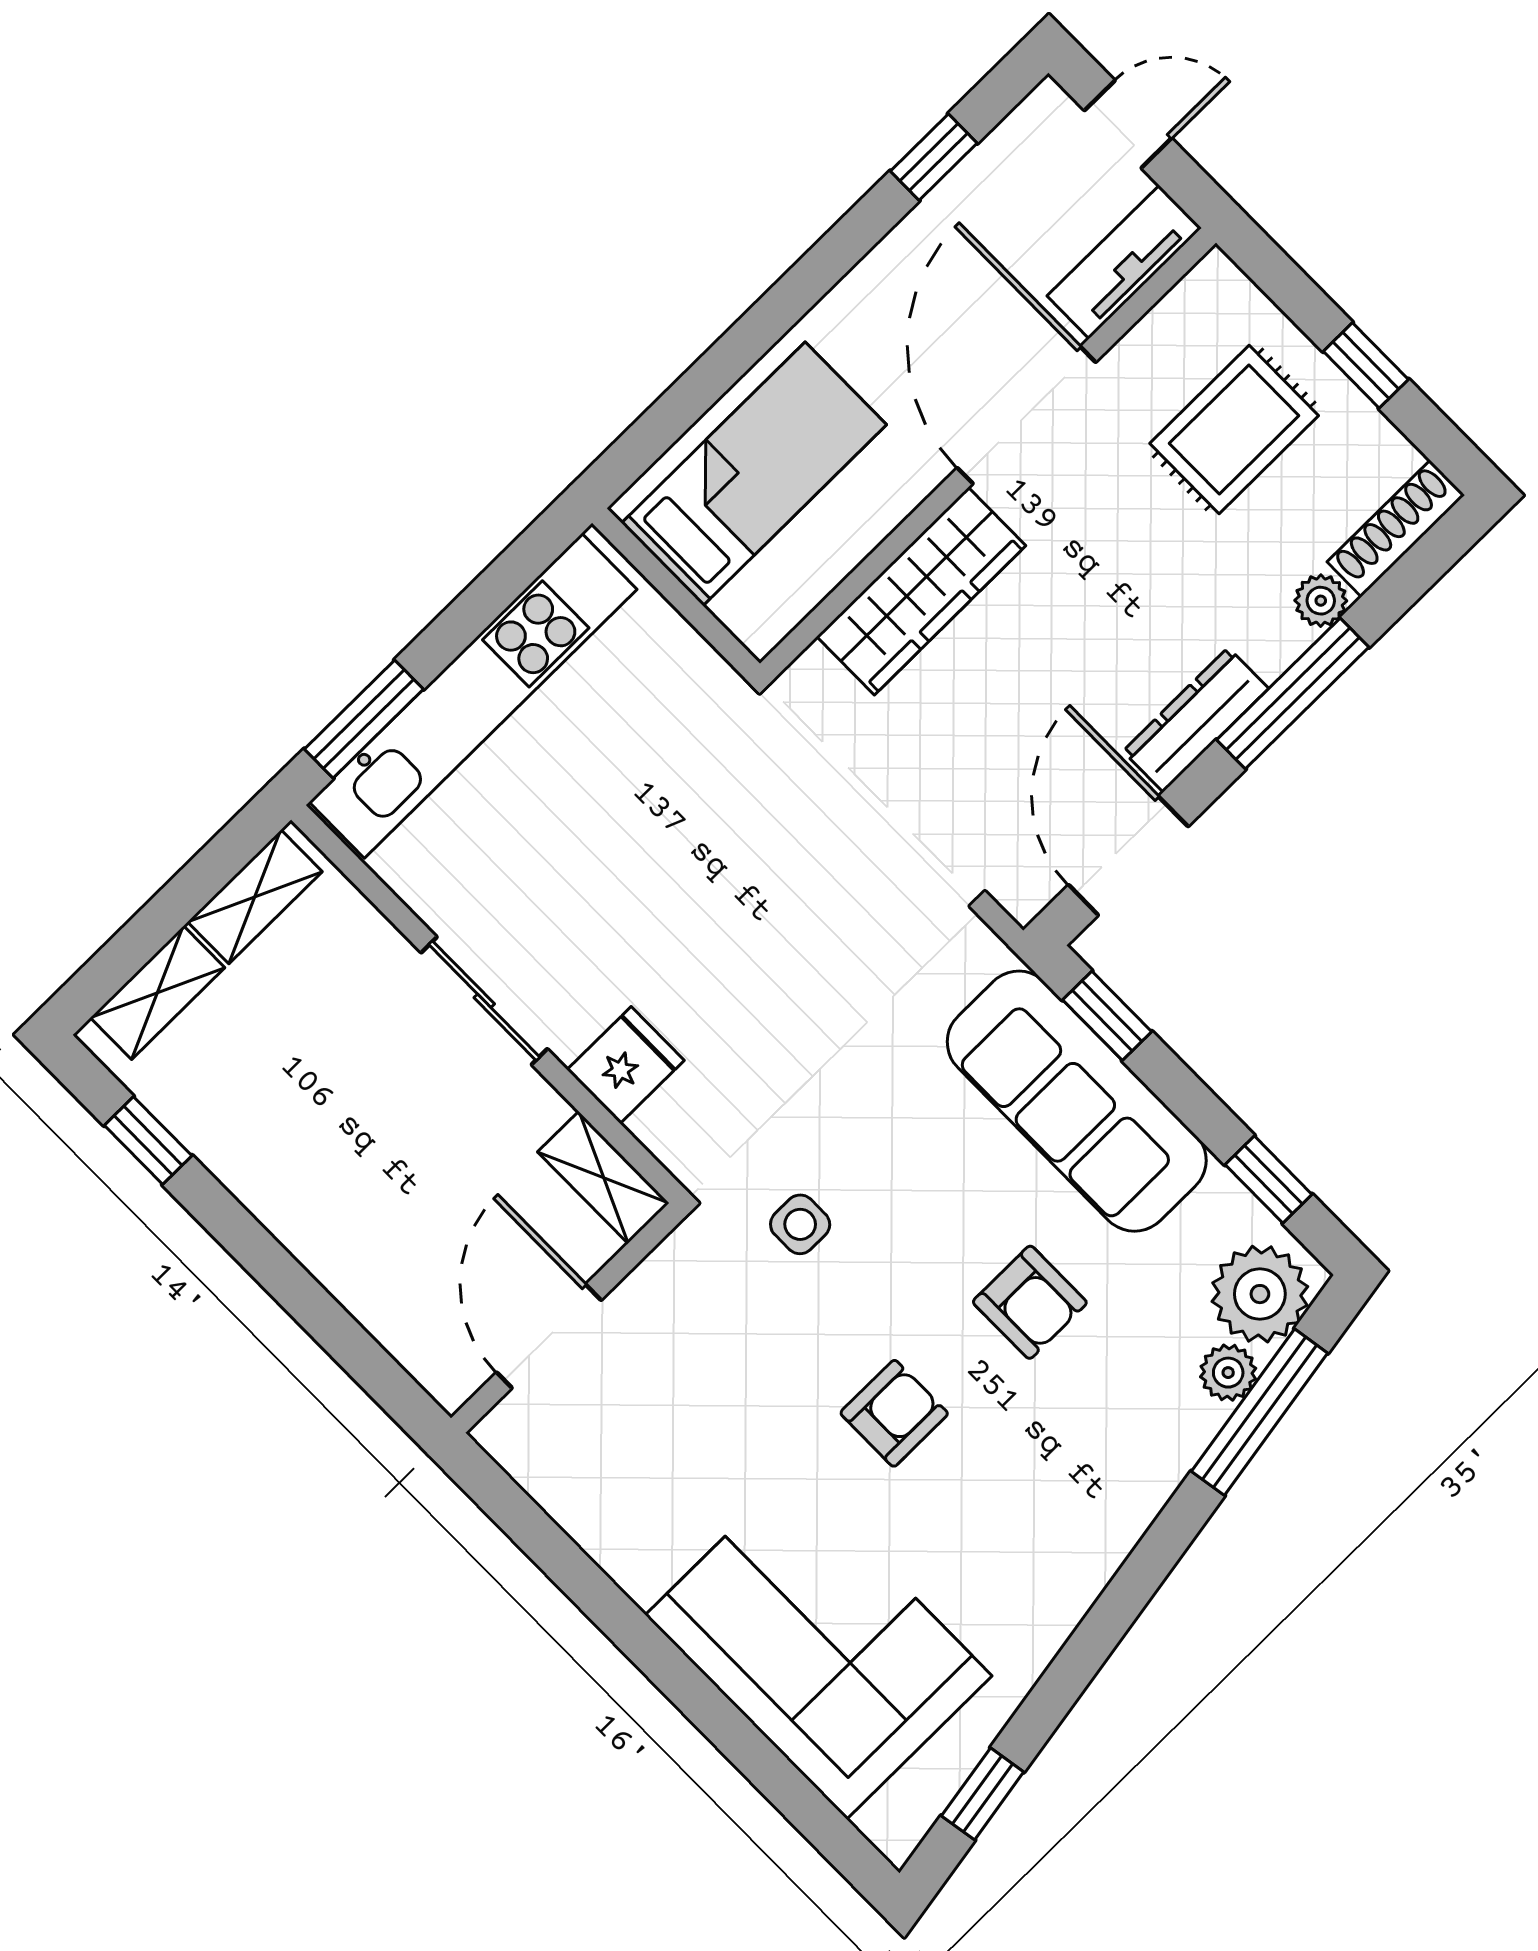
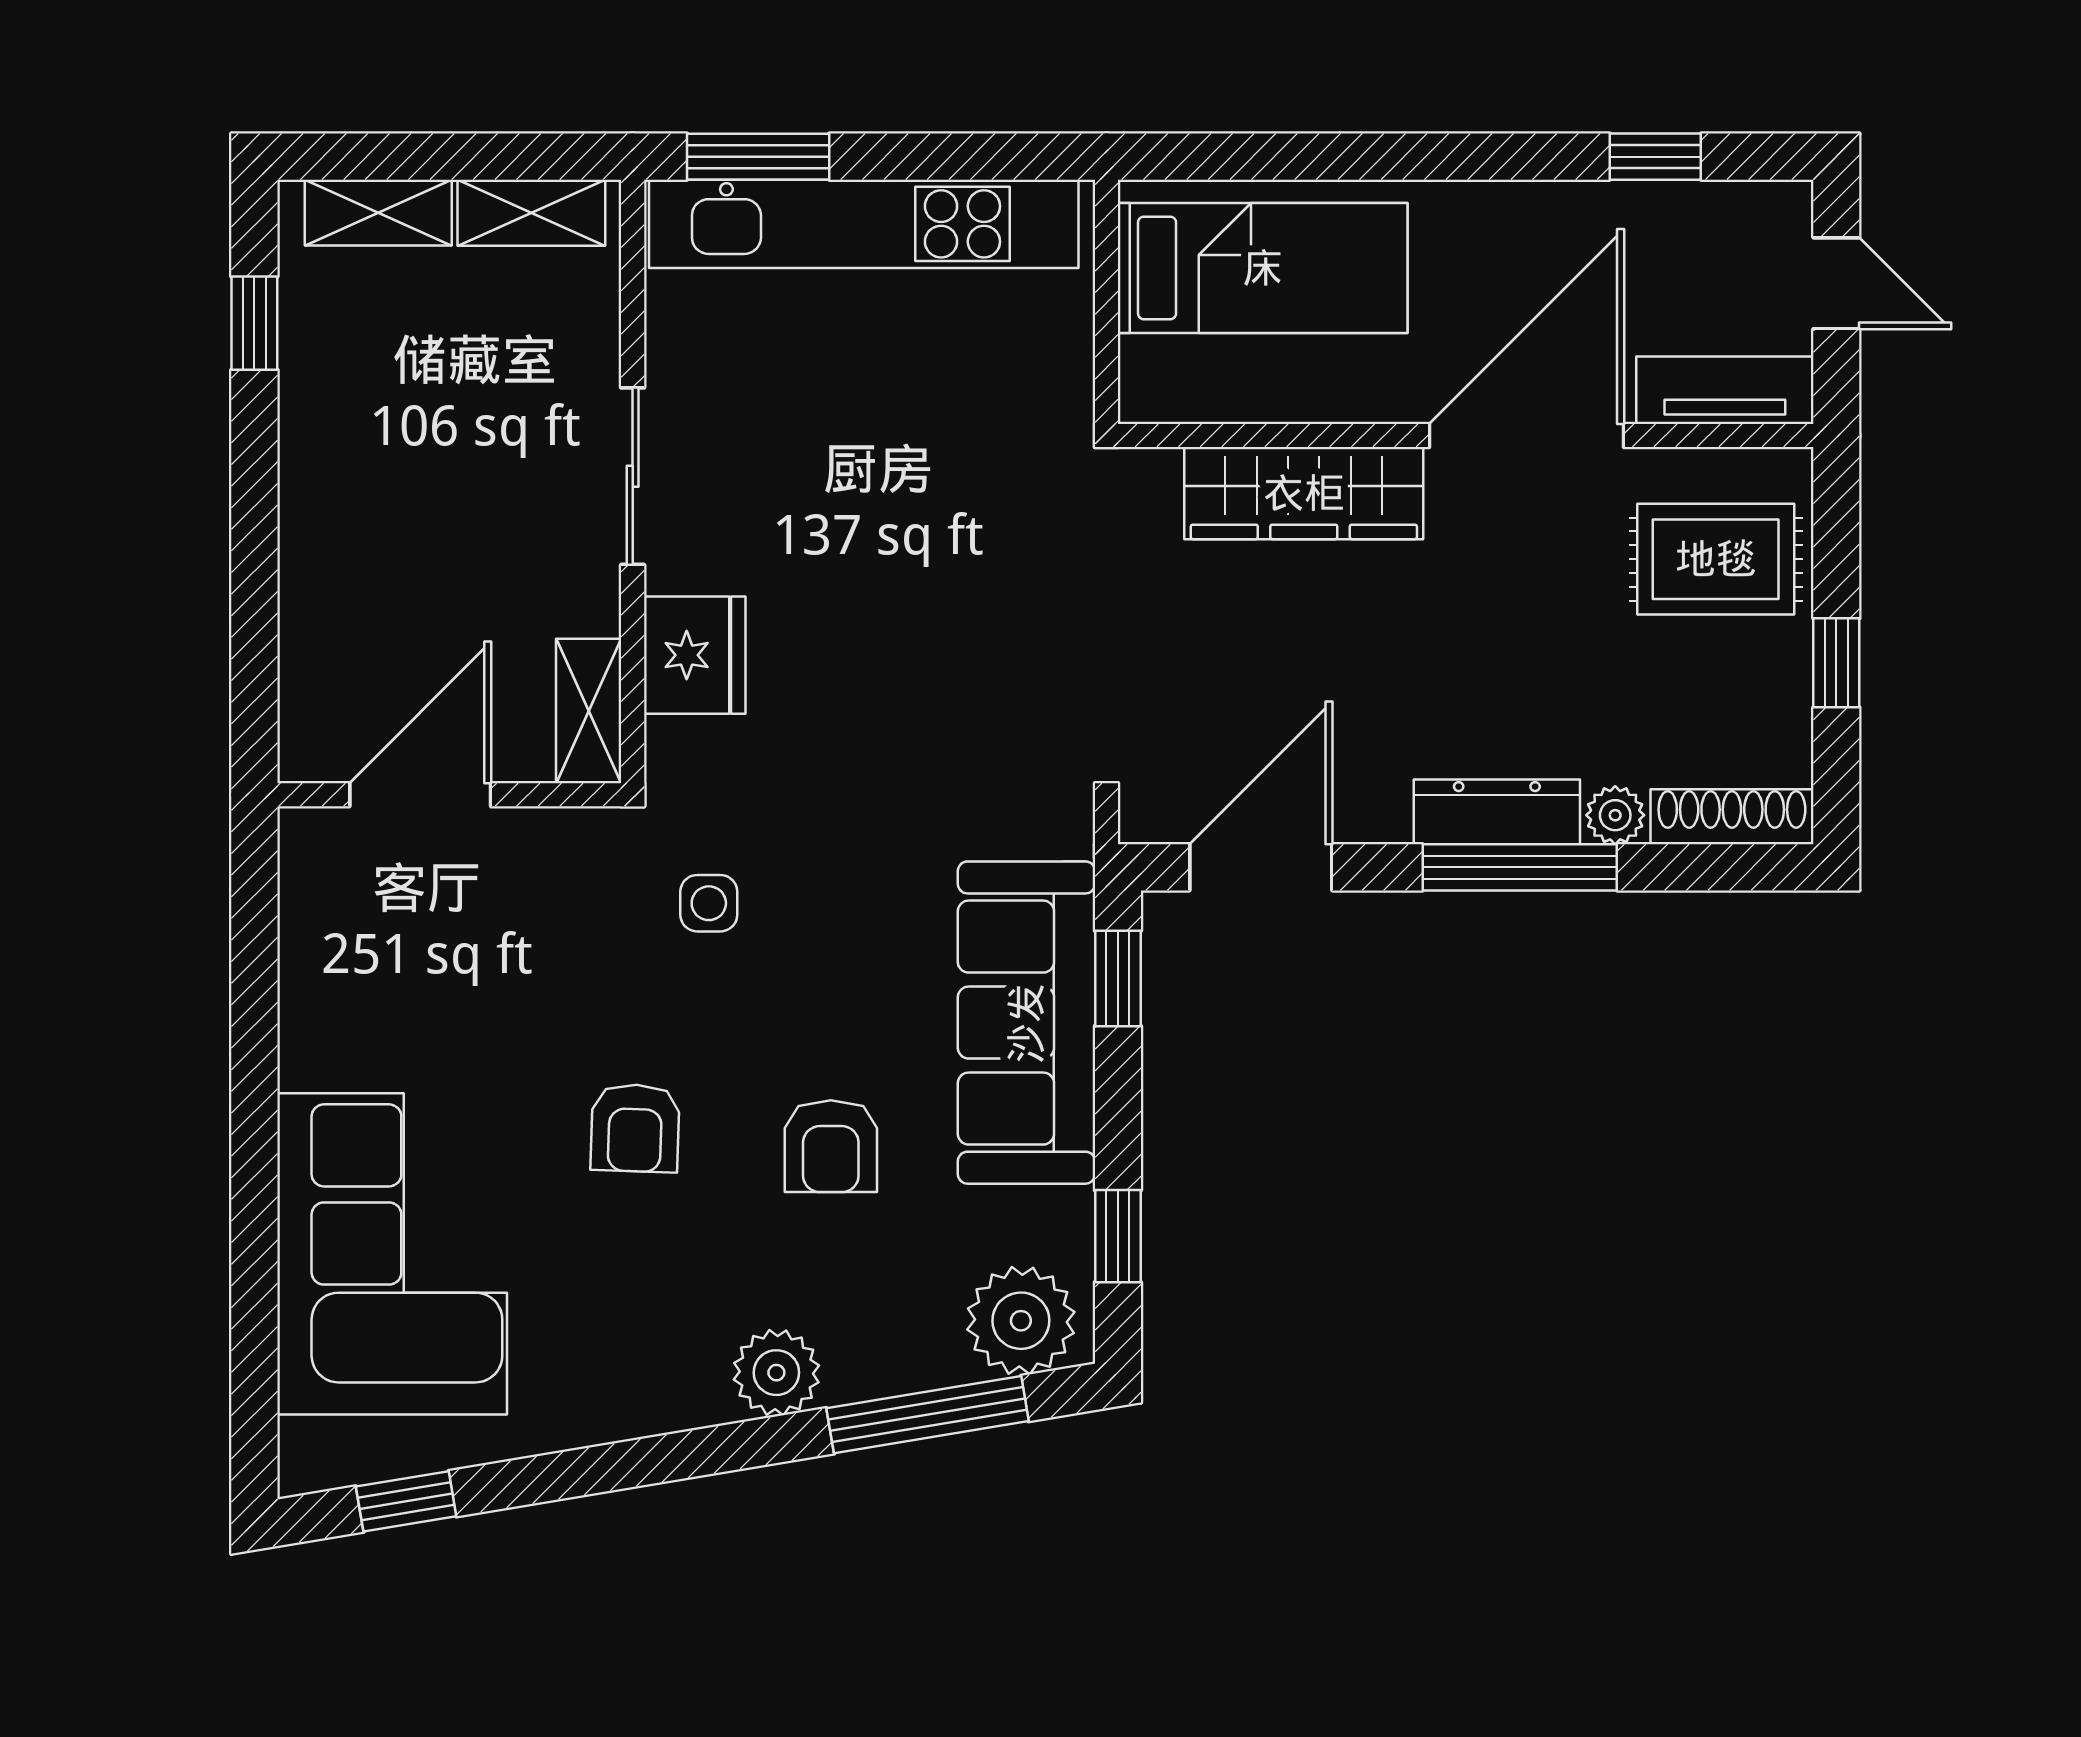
rug: (1234, 429) -> (1716, 559), moved
dresser: (1196, 720) -> (1497, 812), moved
fridge: (626, 1065) -> (695, 655), width x1.38
plant: (1228, 1373) -> (776, 1373), moved, width x1.38, depth x1.38
armchair: (894, 1413) -> (635, 1128), turned 92

